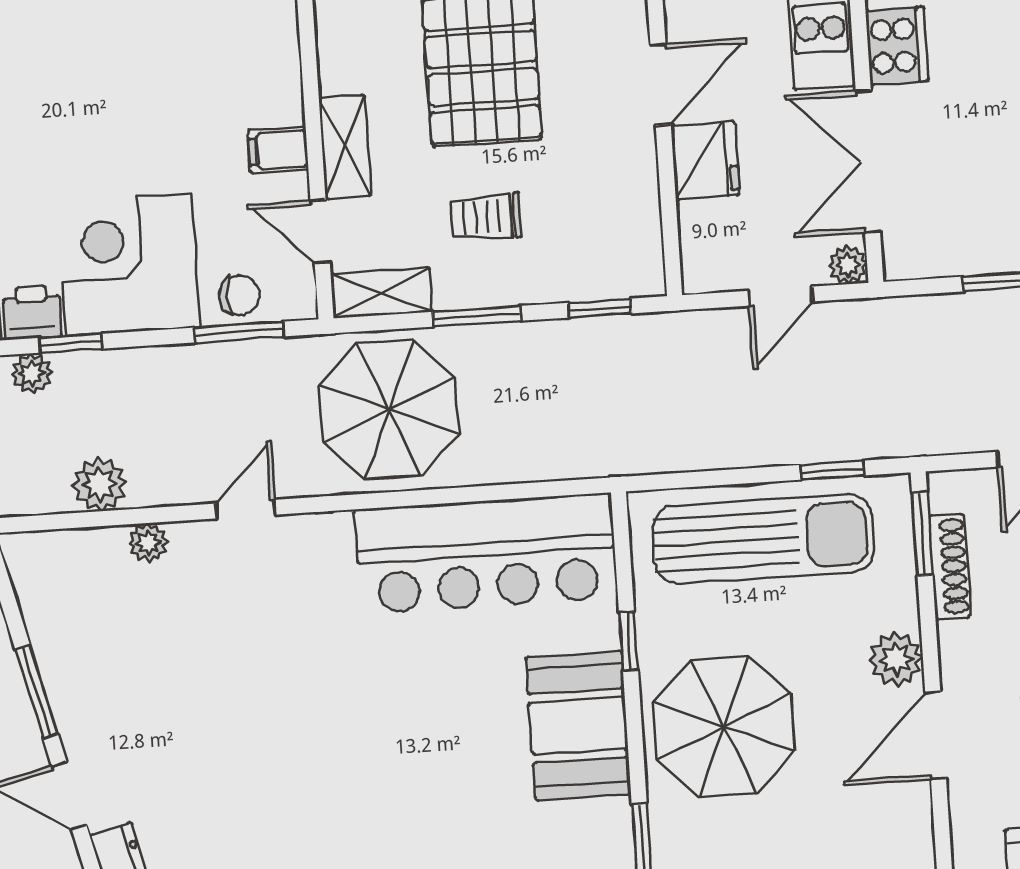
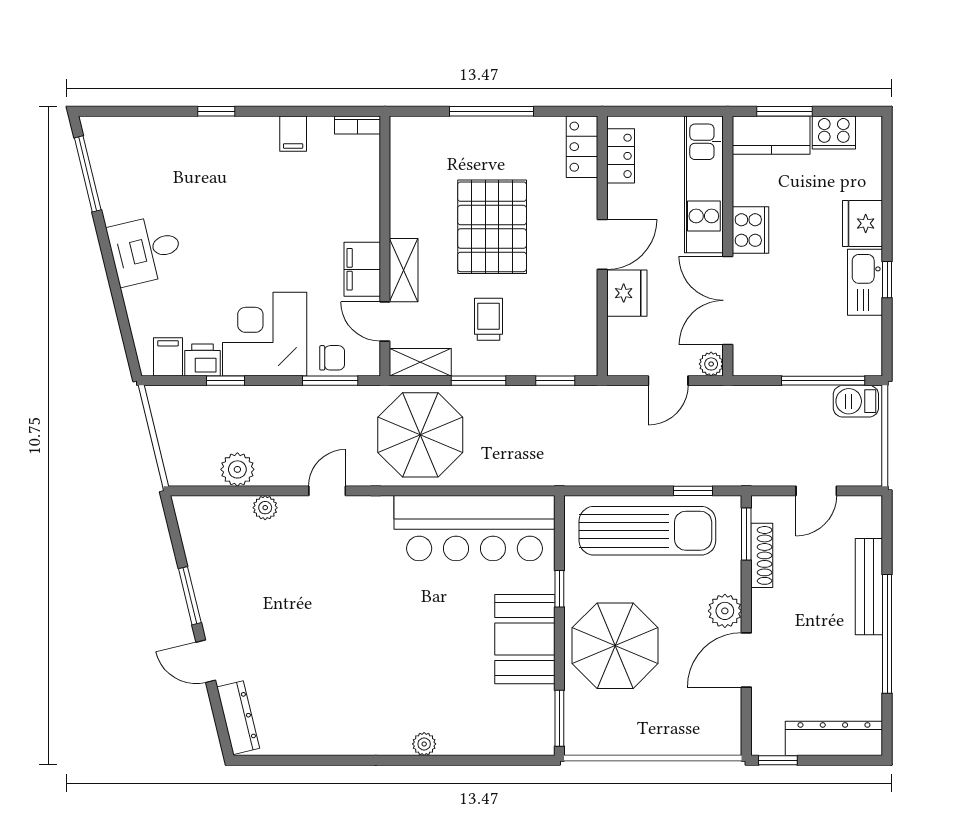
filing cabinet: (278, 150) -> (362, 269), width x2.00
trolley: (486, 217) -> (489, 319), turned 90
plant: (32, 373) -> (200, 398), removed

